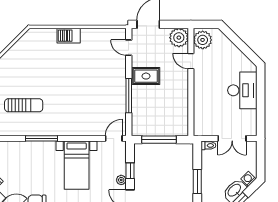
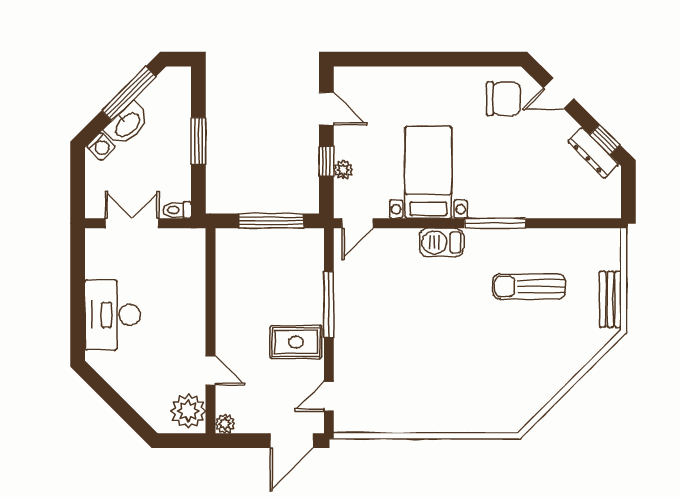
barbecue: (69, 36) -> (441, 242), moved, turned 180
plant: (179, 38) -> (225, 424), width x0.53, depth x0.53
door: (129, 48) -> (329, 396), swing flipped
plant: (121, 180) -> (343, 170), moved

